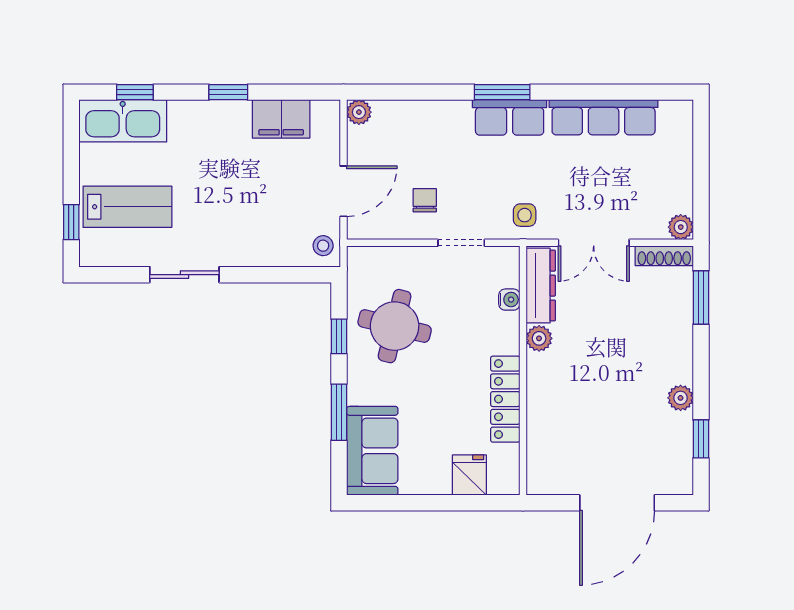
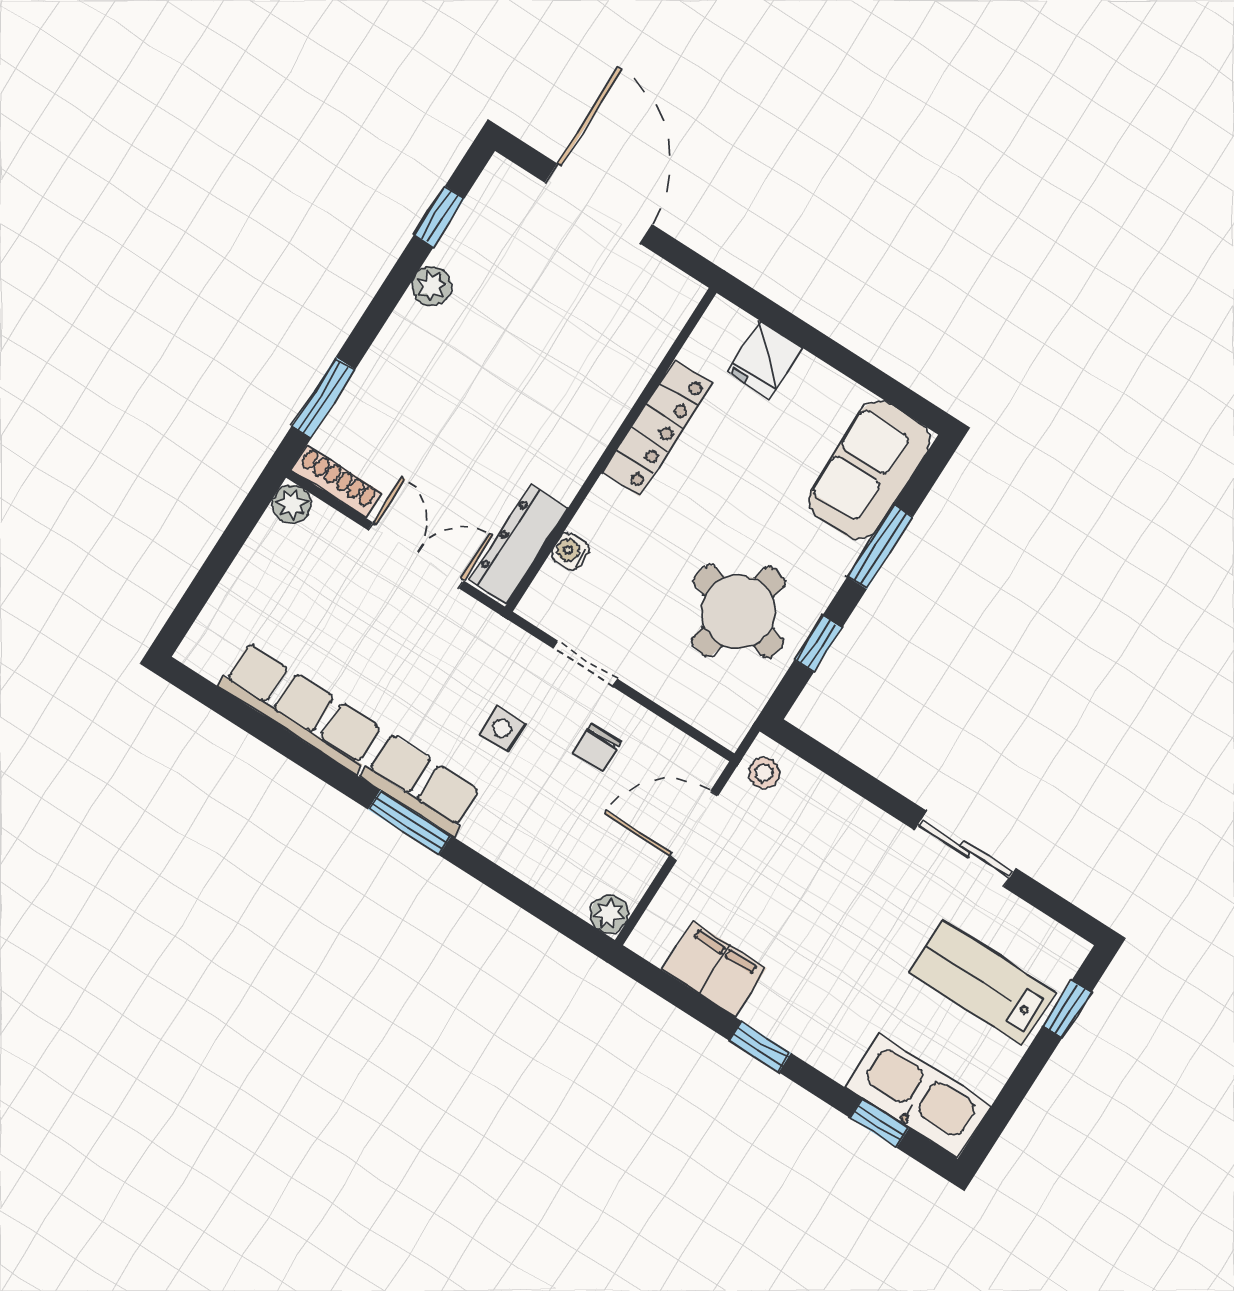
side table: (525, 215) -> (502, 728), moved
plant: (539, 338) -> (564, 478), removed
door: (617, 503) -> (599, 204), hinge flipped

